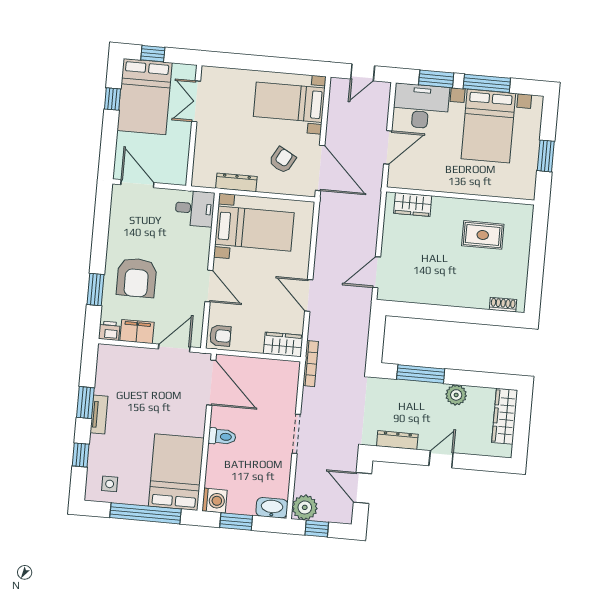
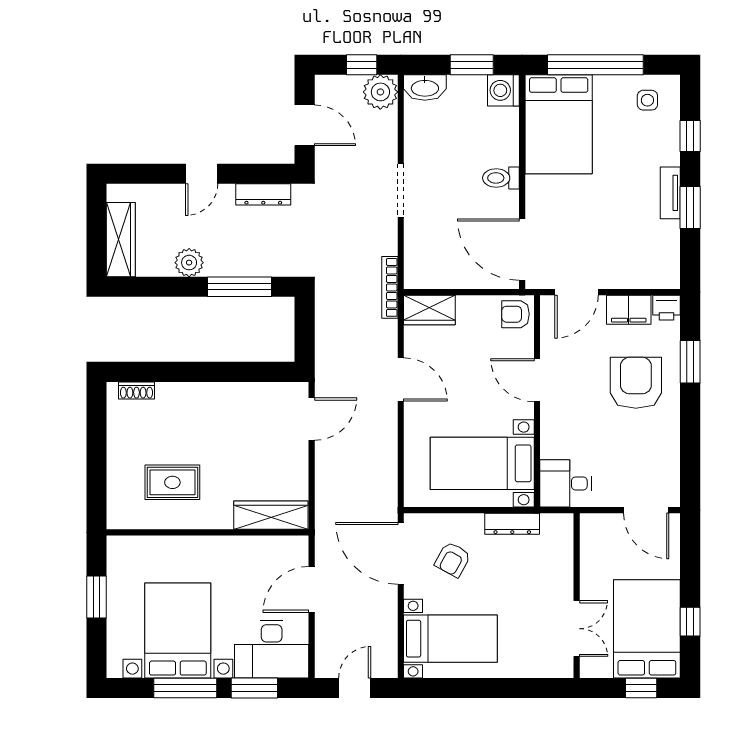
wardrobe: (413, 204) -> (271, 515), width x1.50

